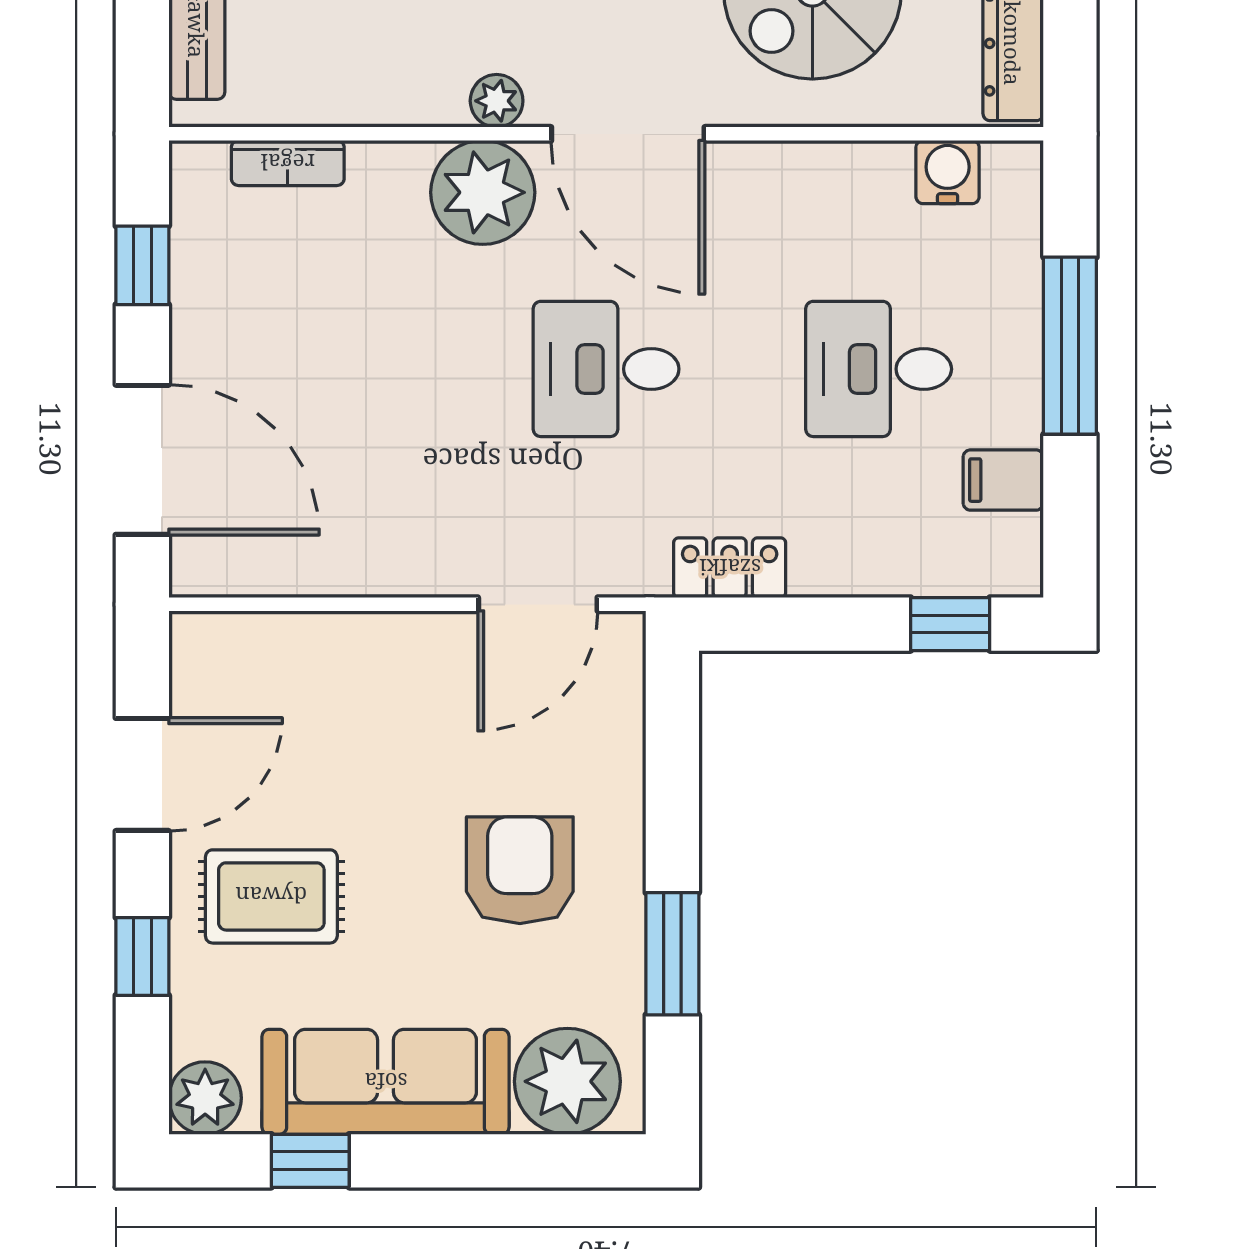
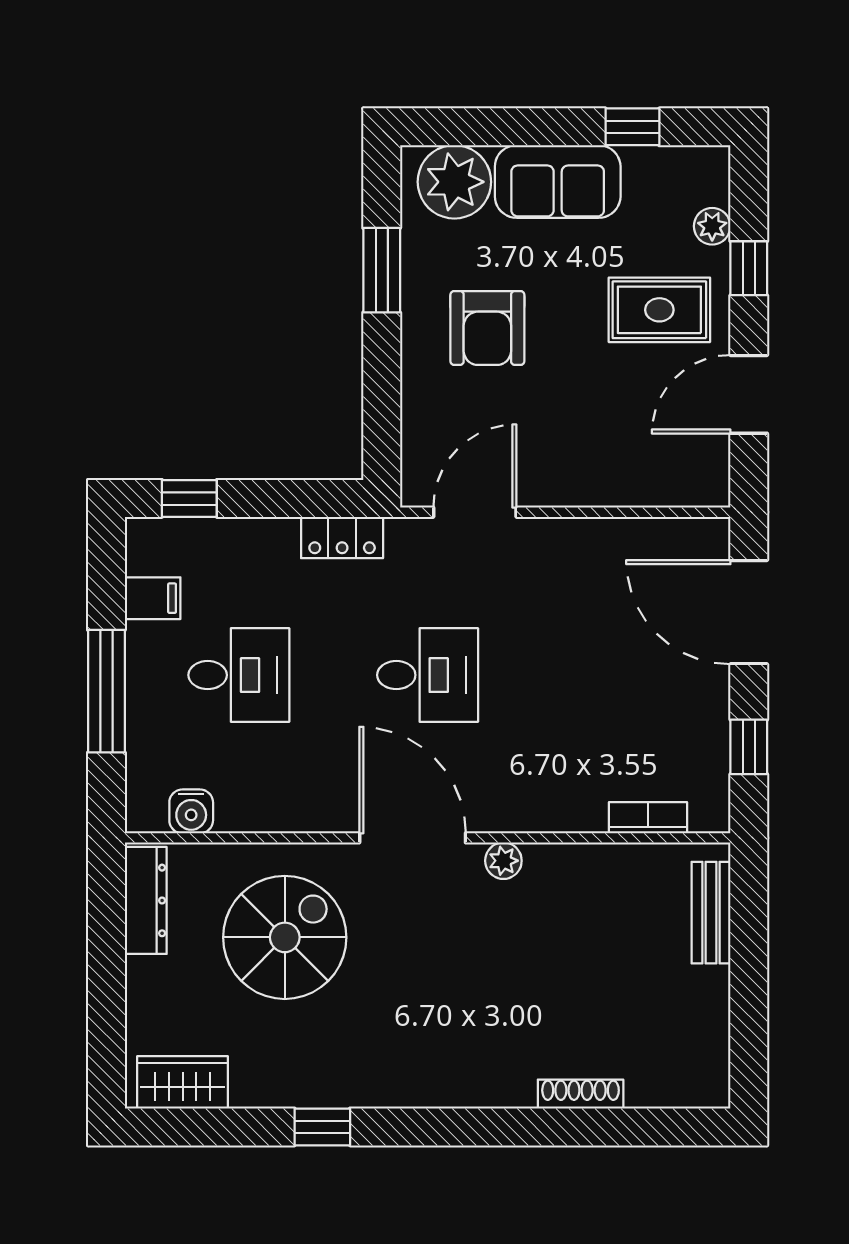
plant: (483, 192) -> (513, 797), removed
sofa: (386, 1082) -> (558, 181), width x0.73
plant: (205, 1098) -> (712, 226), moved, width x0.73, depth x0.73

